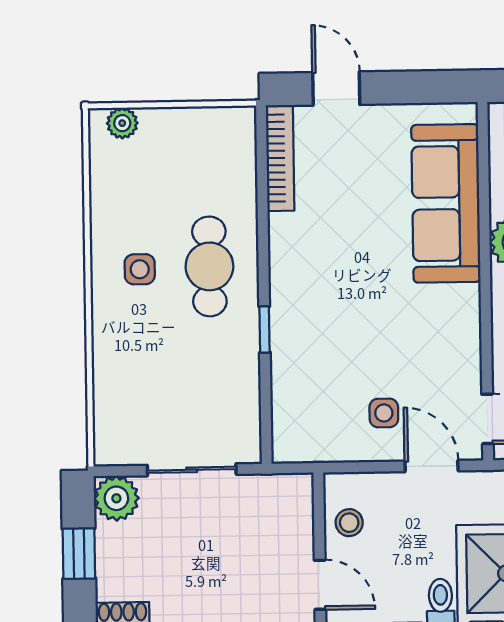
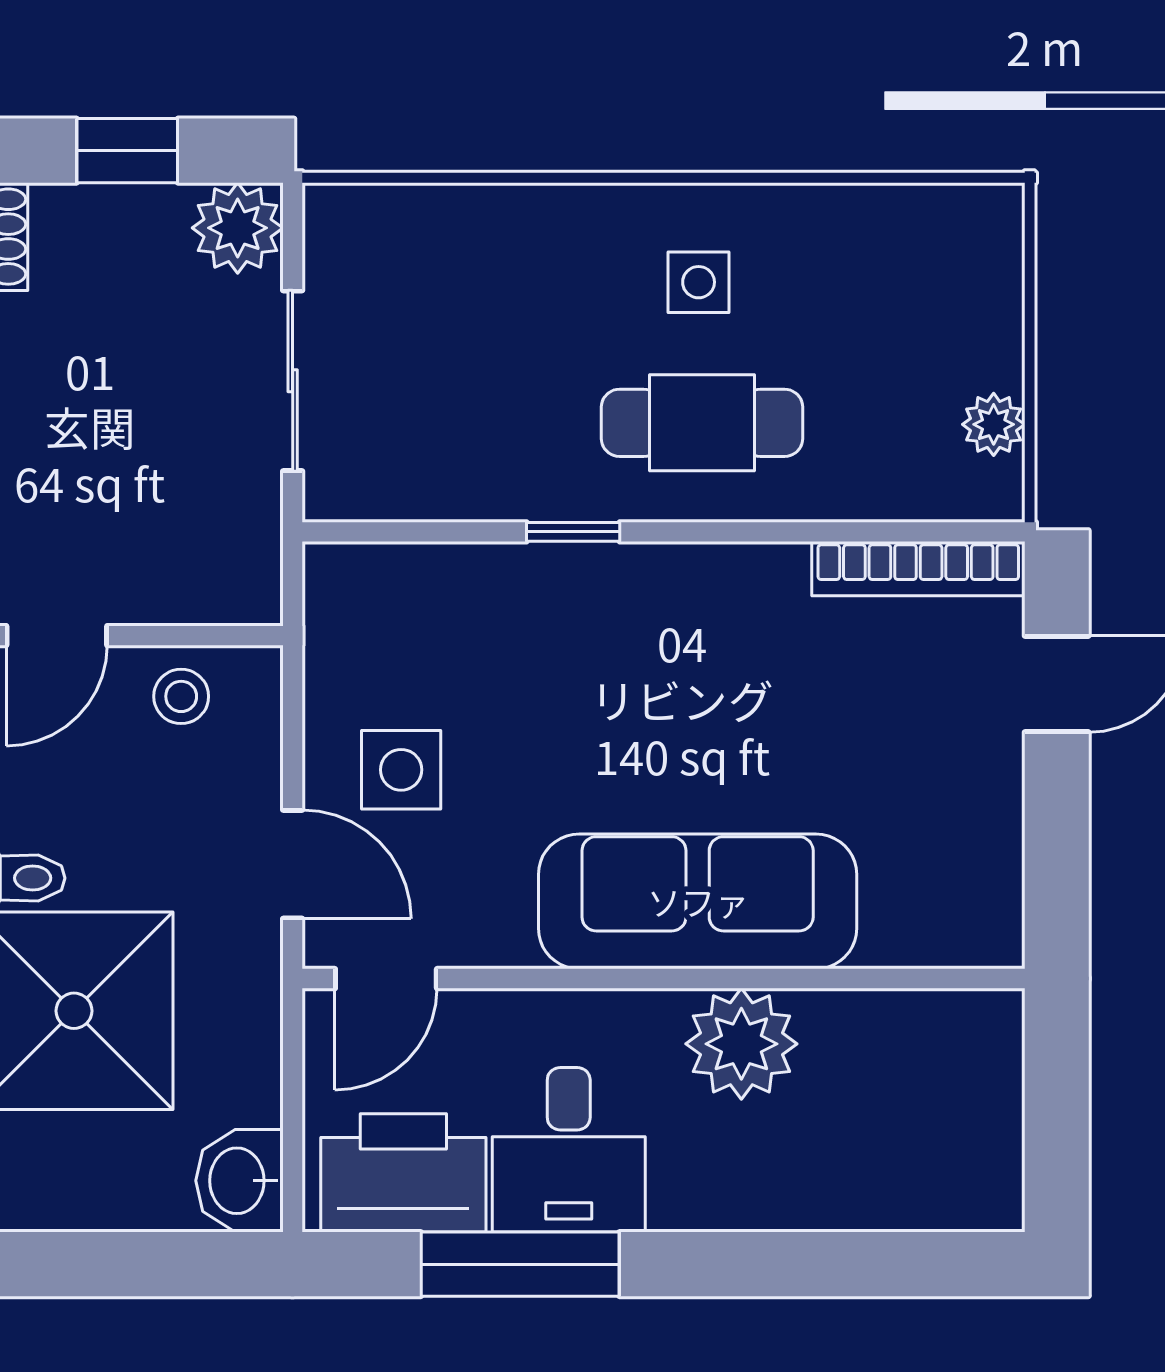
plant: (122, 123) -> (994, 424), moved
sofa: (446, 203) -> (698, 901), moved
side table: (384, 413) -> (401, 770), width x1.37, depth x1.37
door: (432, 466) -> (293, 864), hinge flipped

